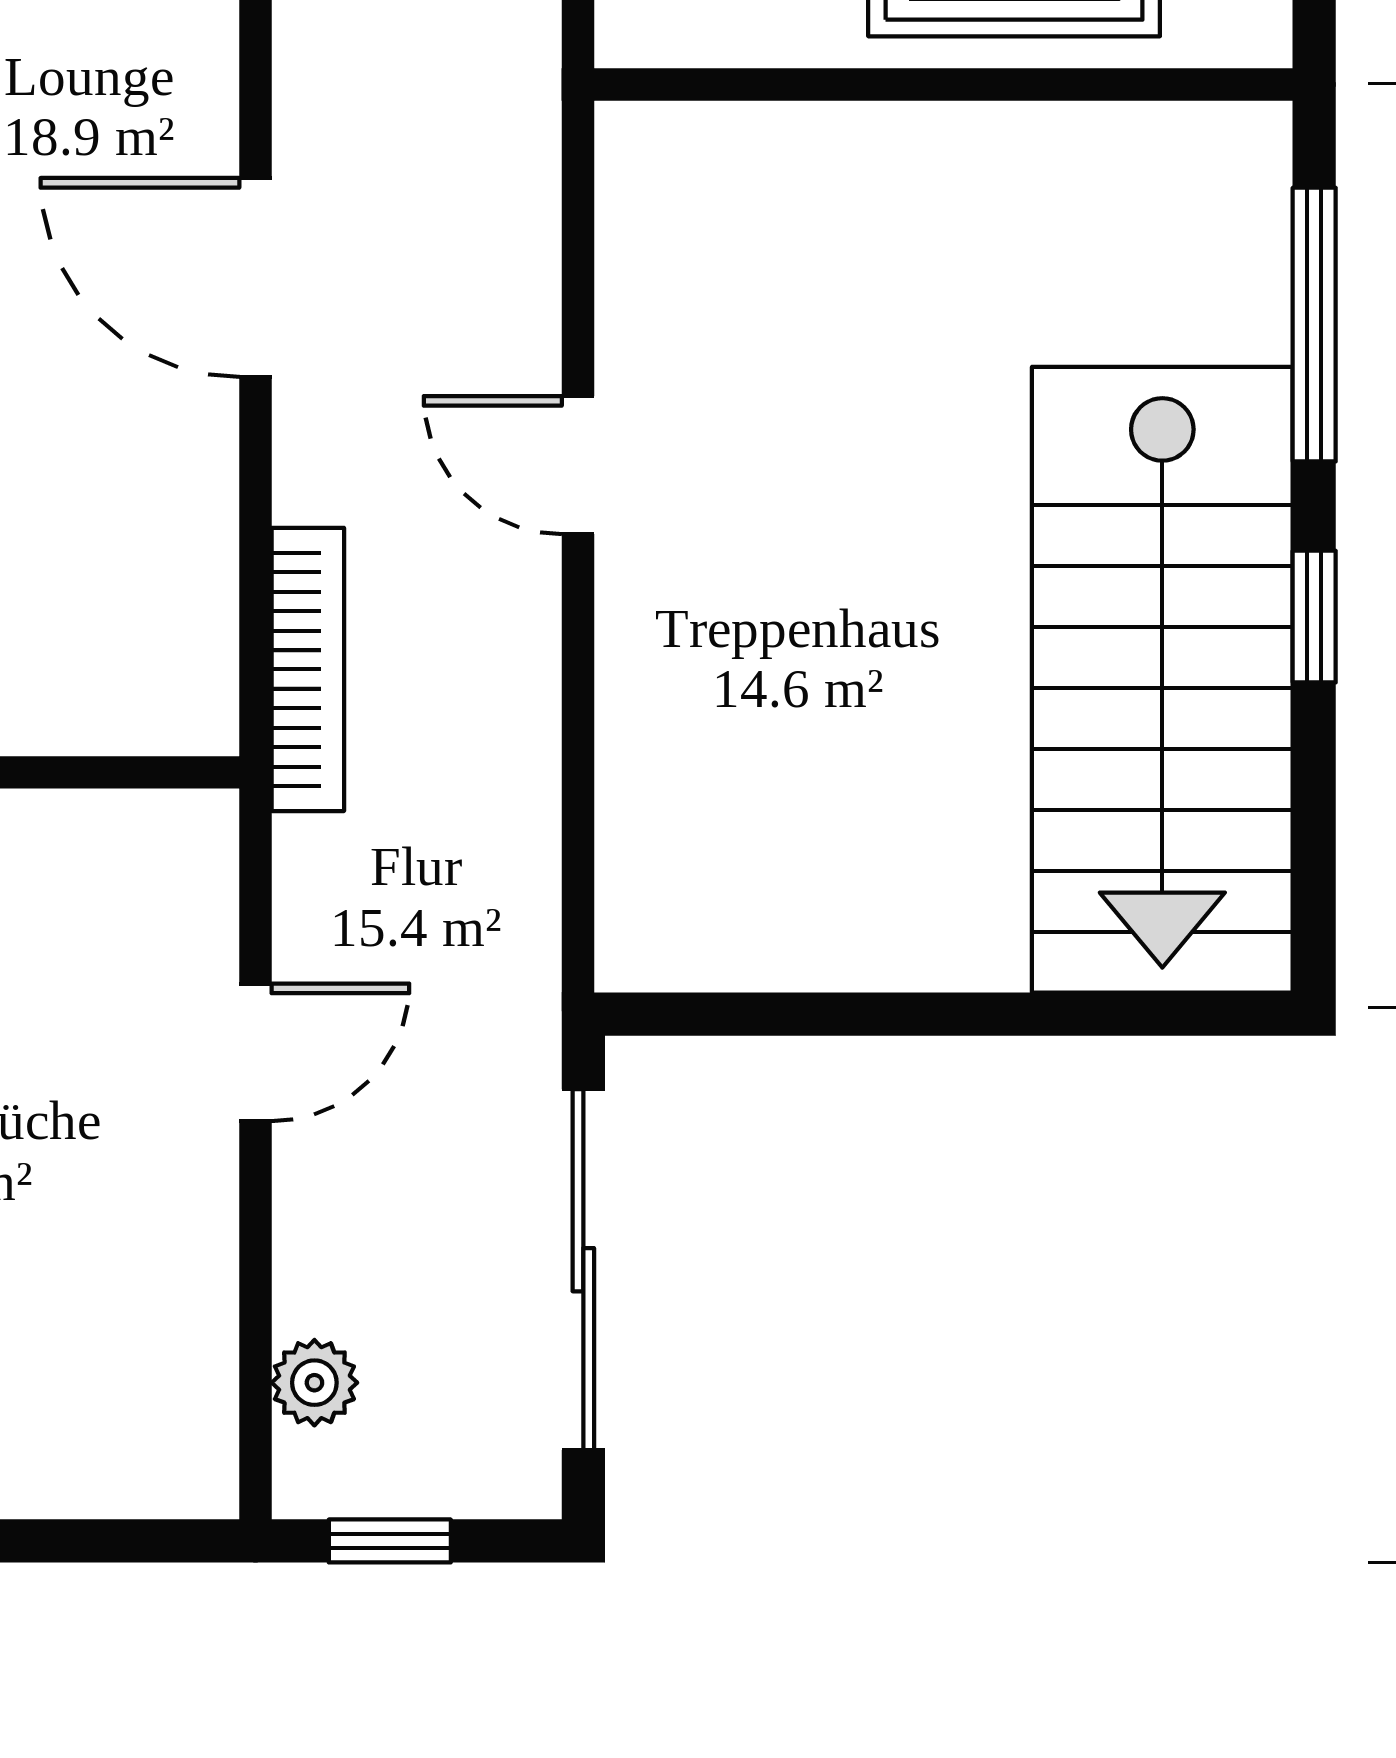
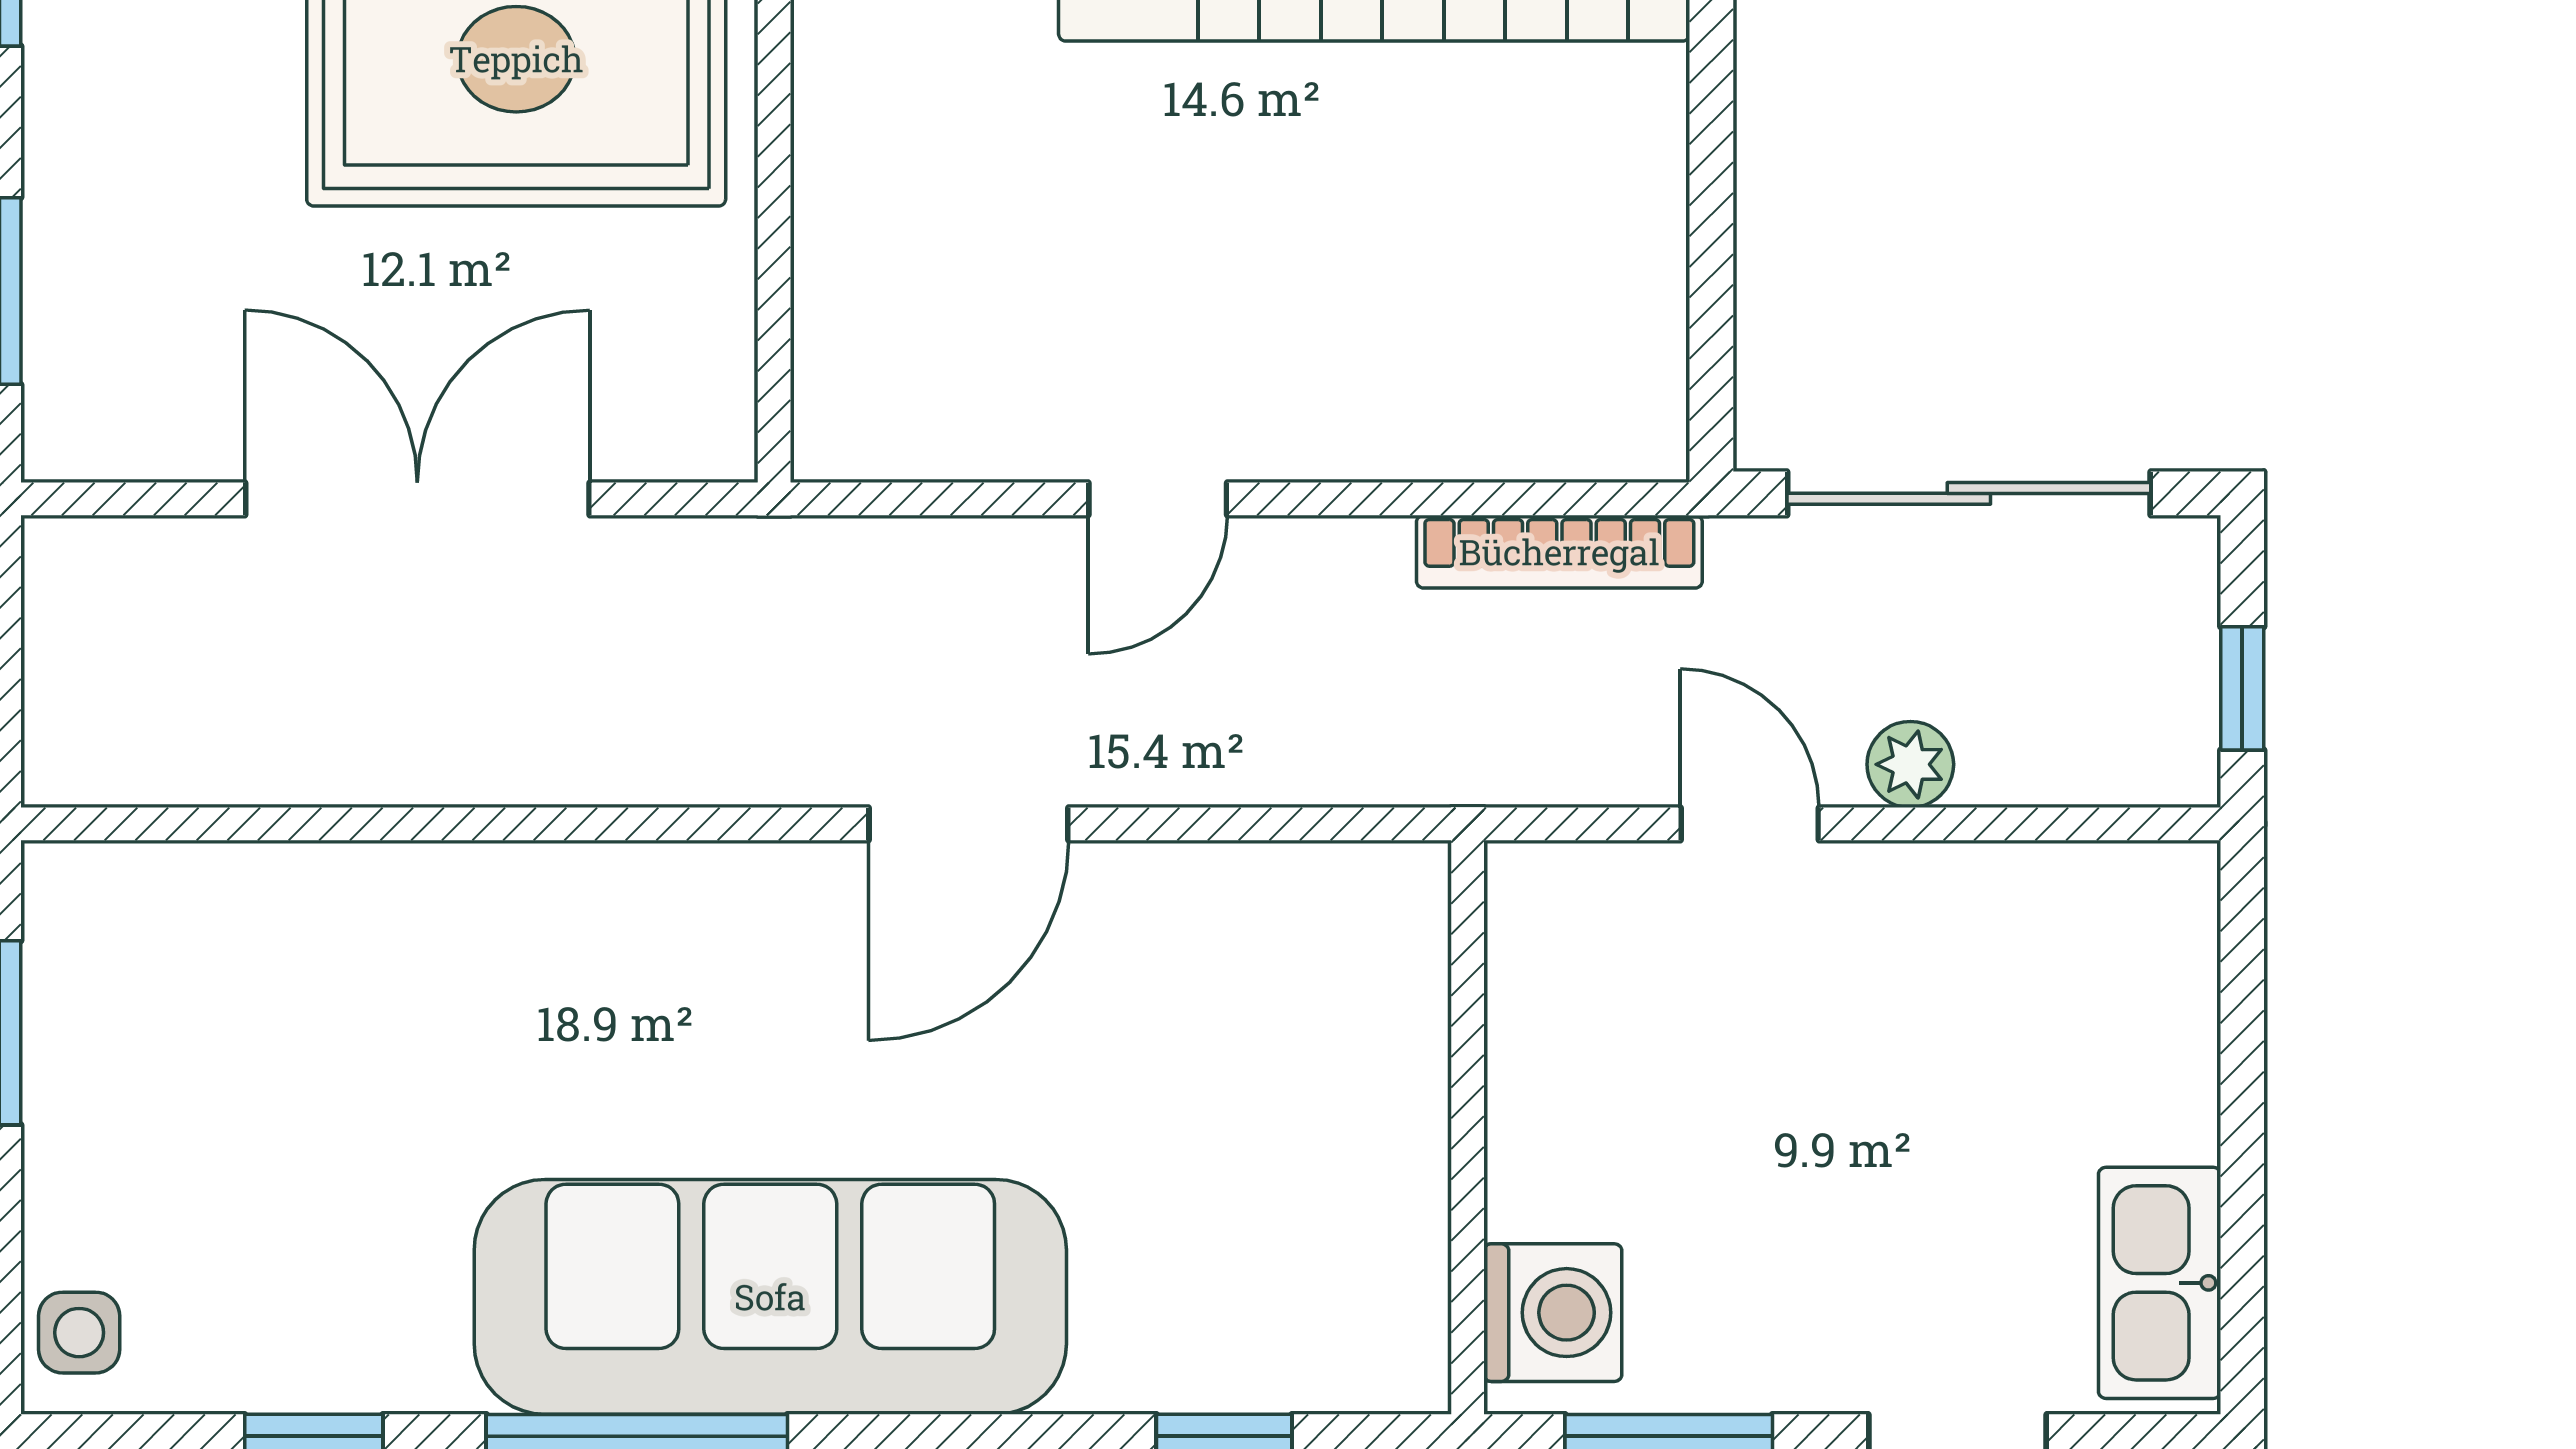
bookcase: (308, 669) -> (1559, 552), moved, turned 180
plant: (314, 1383) -> (1910, 764), moved

